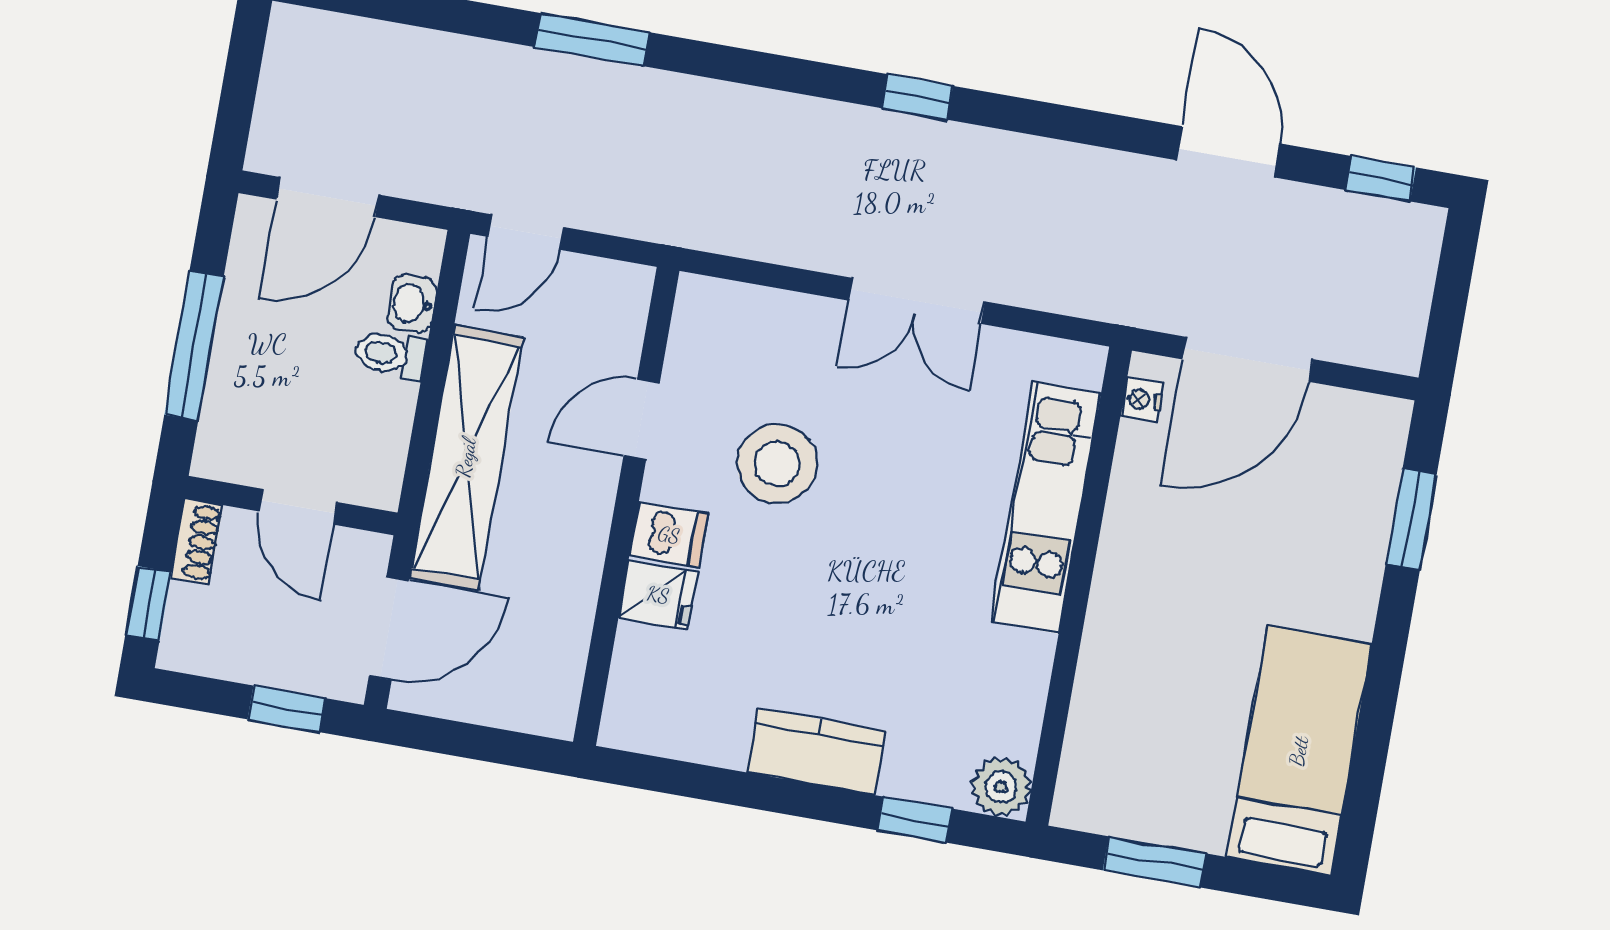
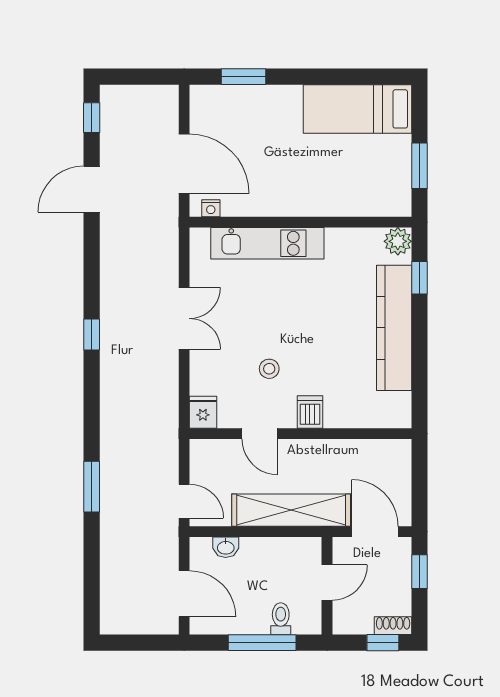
toilet: (390, 354) -> (281, 619), moved, turned 180
stool: (777, 464) -> (269, 369), width x0.53, depth x0.53
shoe rack: (197, 542) -> (393, 626), moved
fridge: (658, 595) -> (203, 412), moved
kitchen counter: (816, 752) -> (394, 328), width x2.08, depth x1.17

